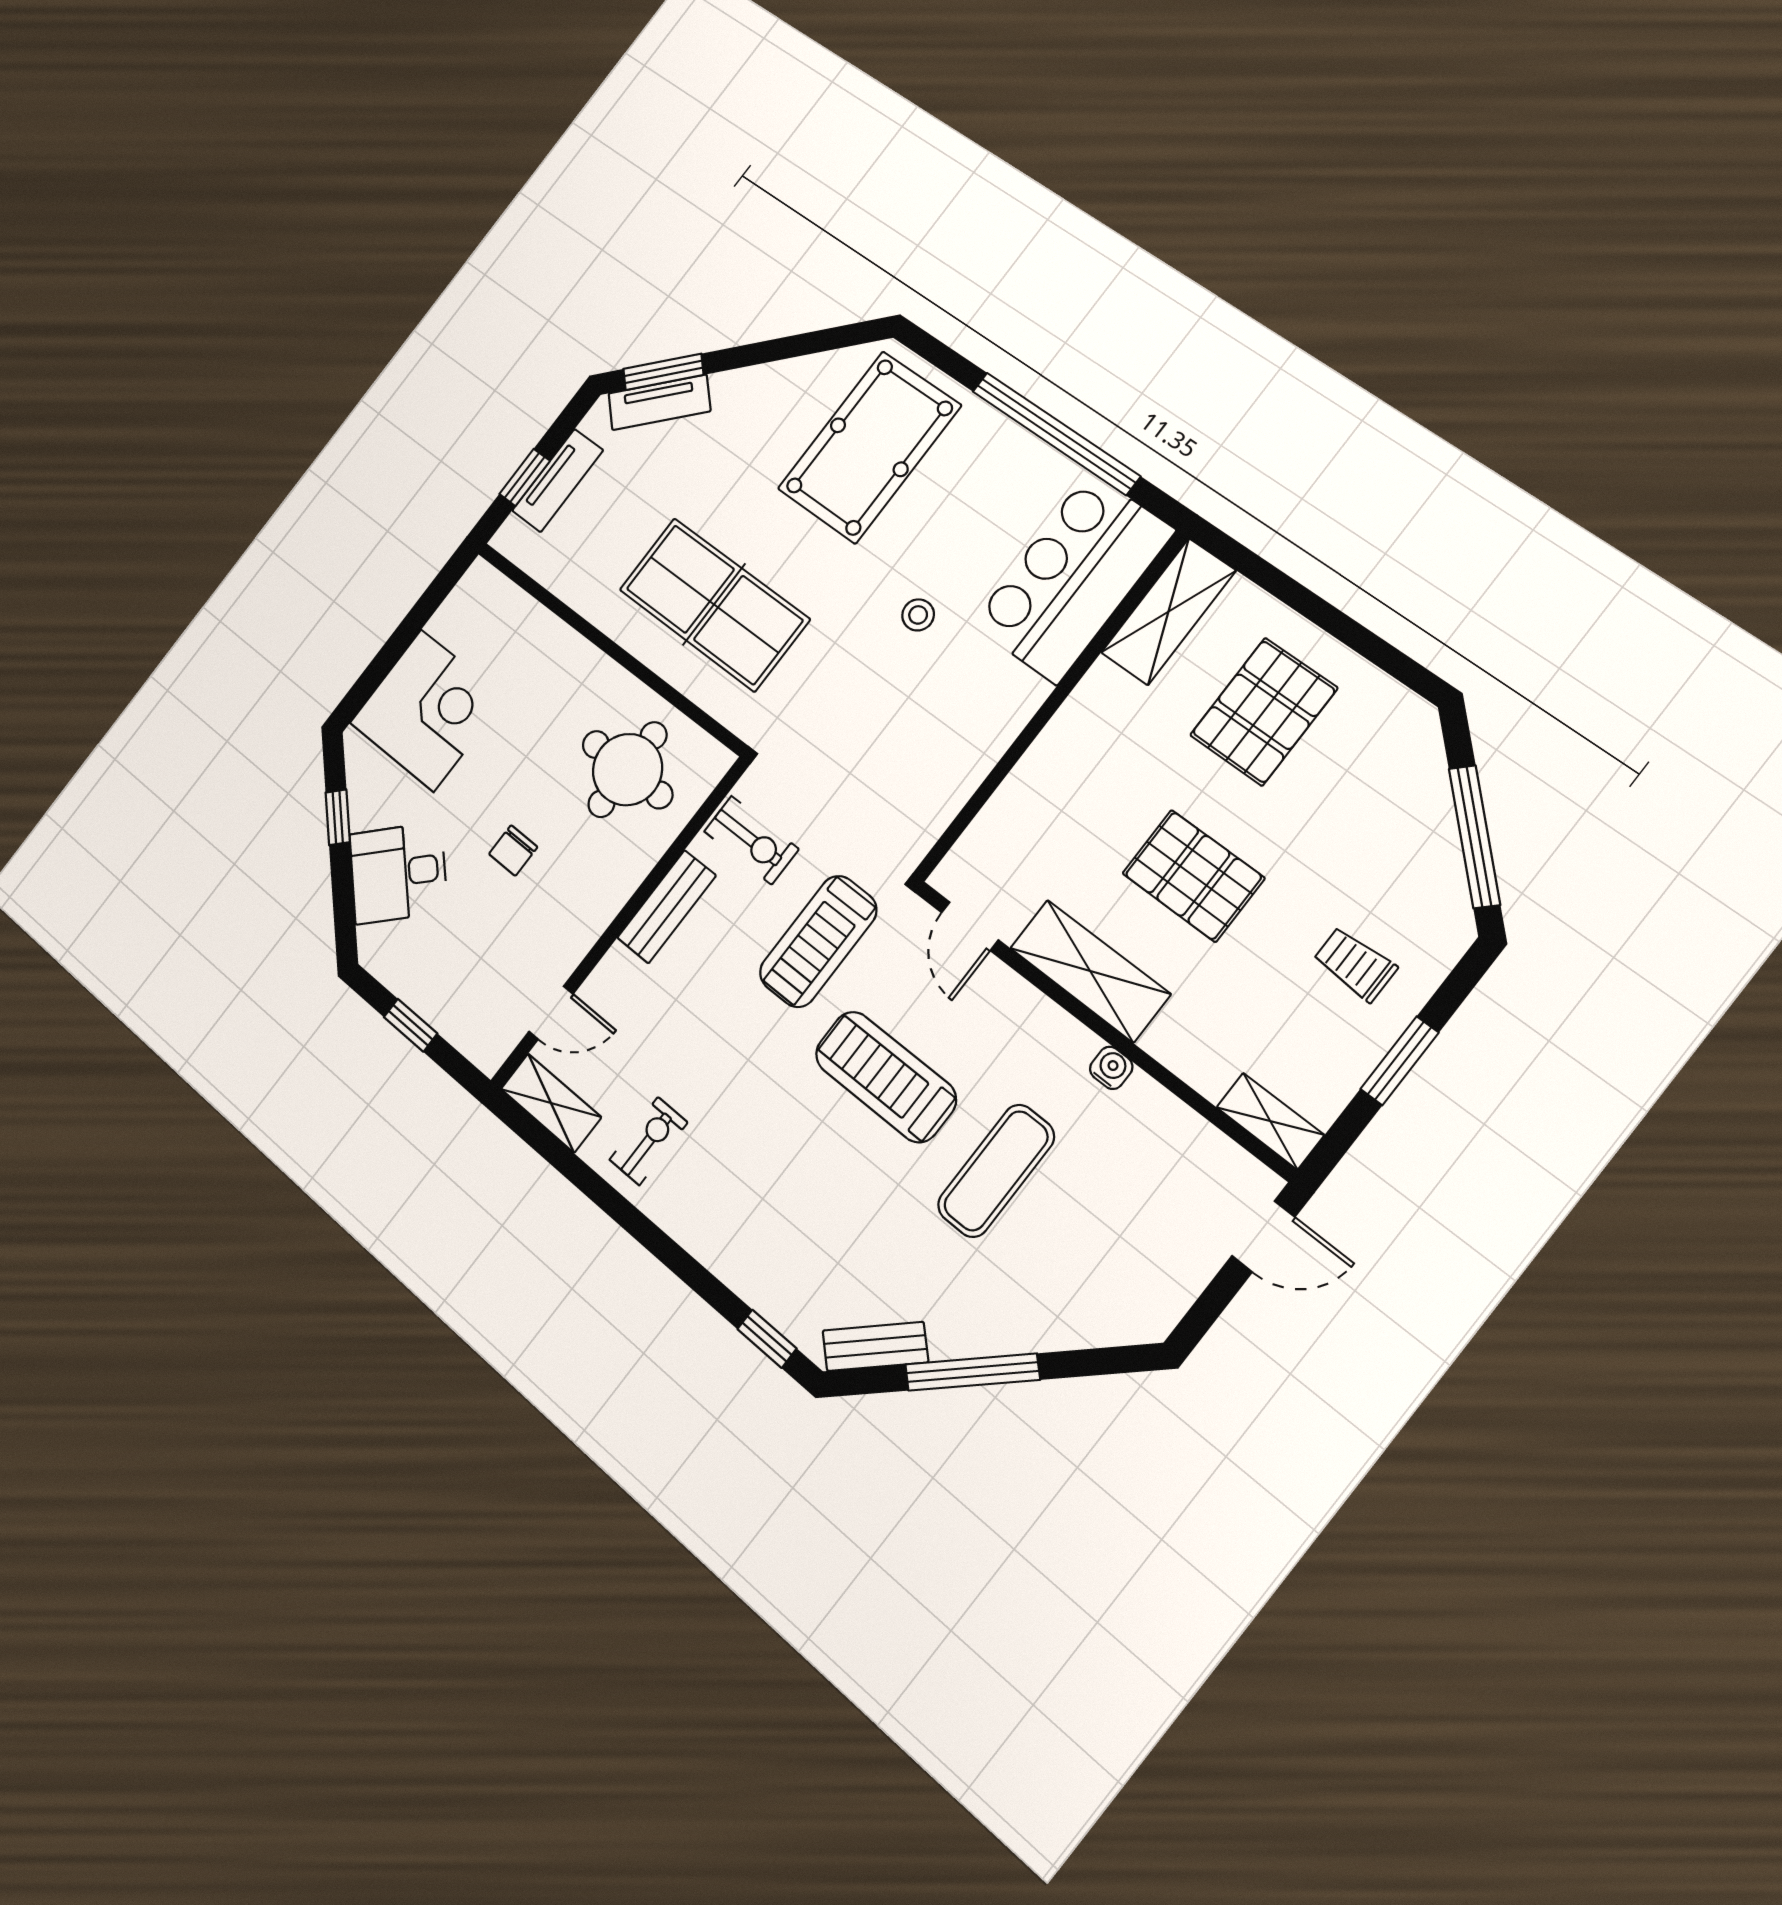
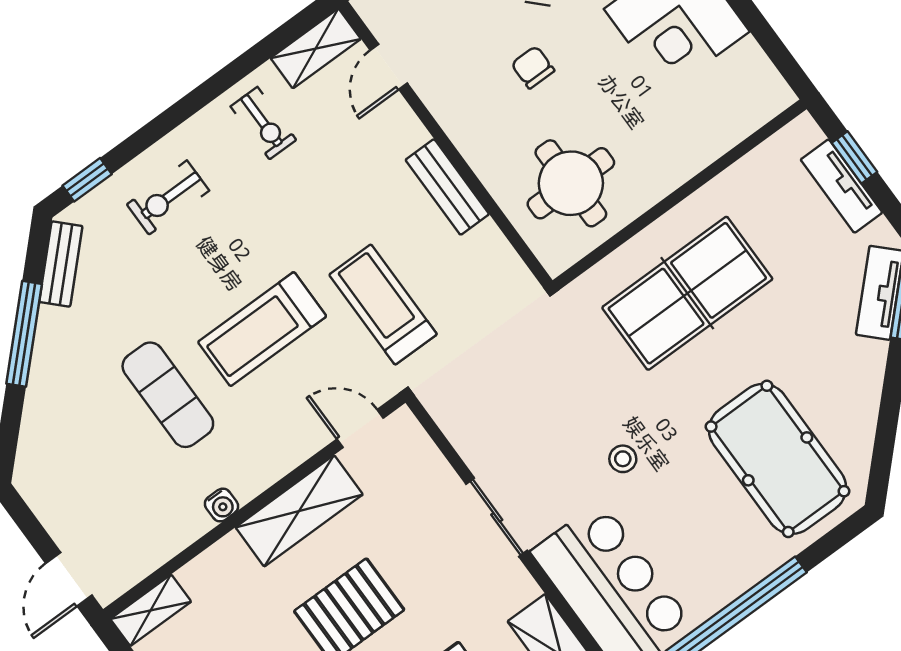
sliding door: (1028, 736) -> (497, 517), added
exercise bike: (751, 840) -> (168, 198), moved
treadmill: (886, 1077) -> (262, 329), turned 180

